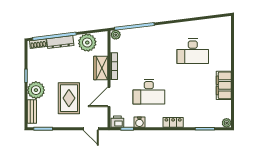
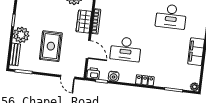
door: (109, 97) -> (88, 49), swing flipped

